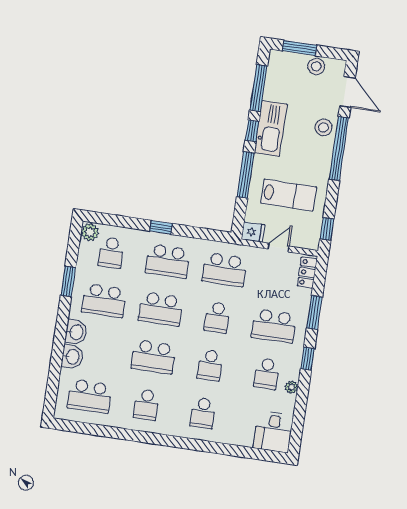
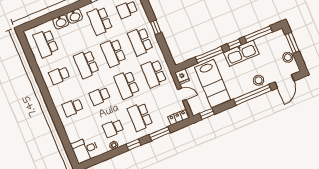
lab bench: (289, 195) -> (212, 83), width x1.36, depth x1.39
school desk: (217, 317) -> (127, 85), width x1.85

